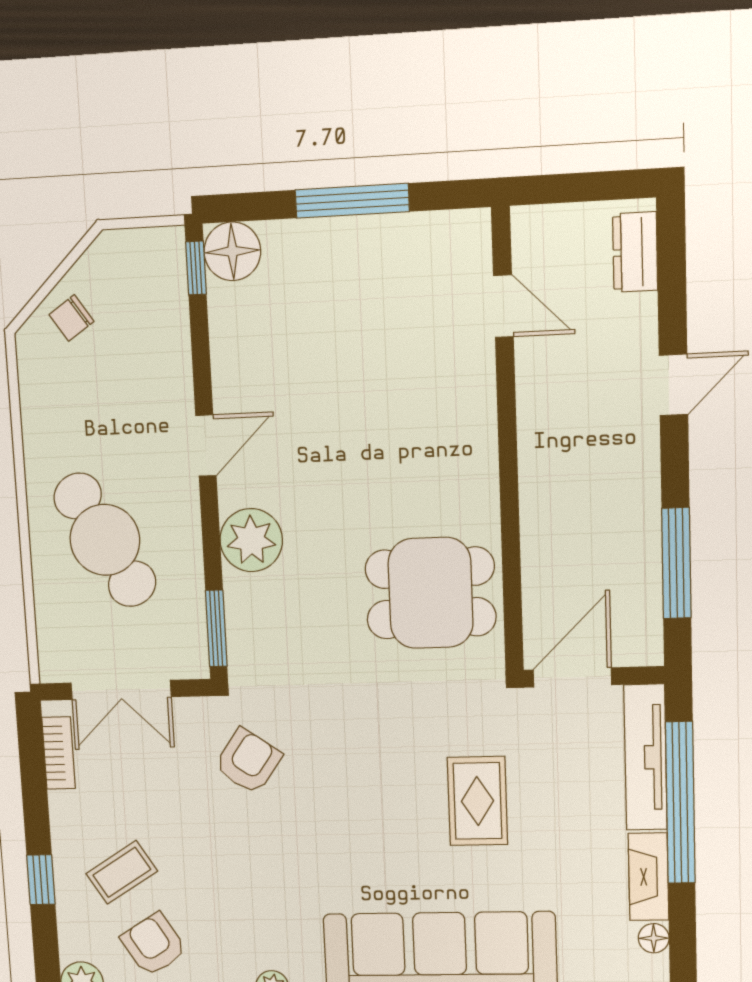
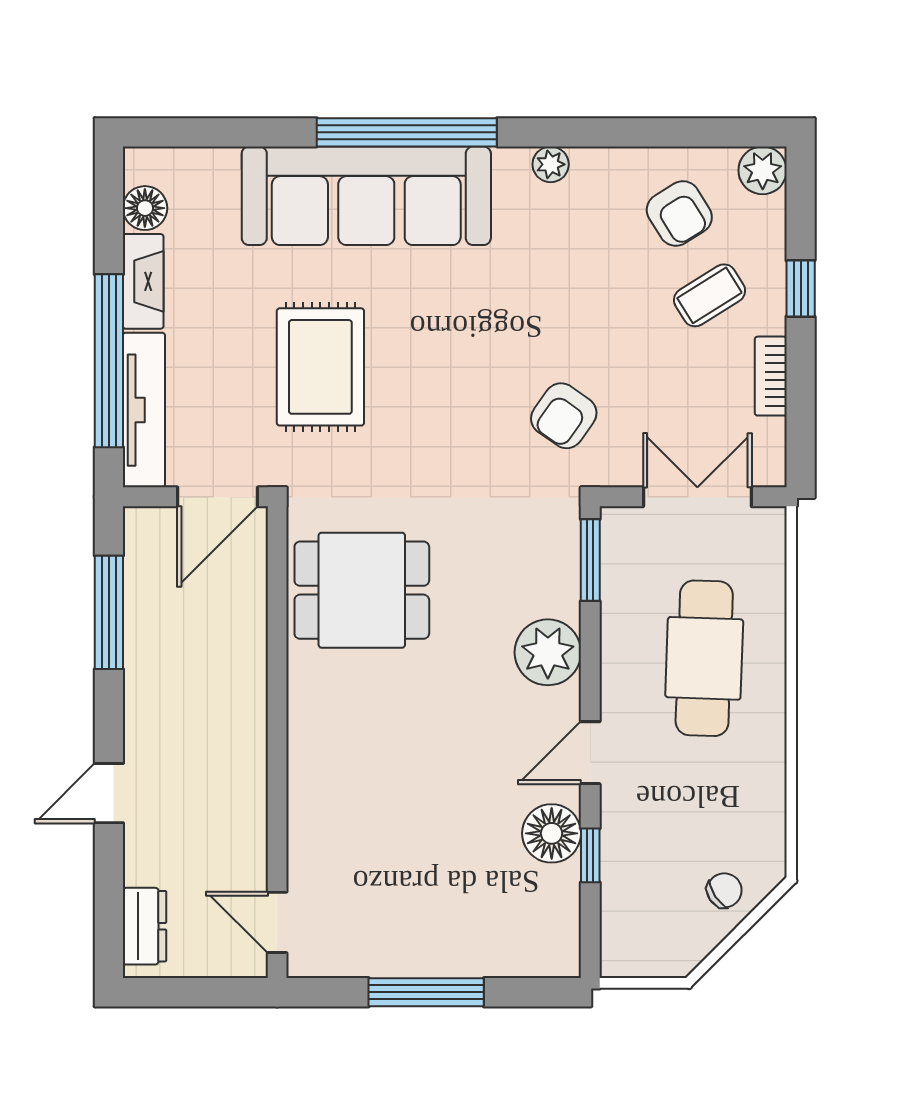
floor lamp: (232, 251) -> (552, 833), moved
window: (196, 268) -> (590, 855), moved
door: (503, 306) -> (277, 922), moved
cafe table: (105, 540) -> (704, 658), turned 31
bookcase: (59, 753) -> (771, 376), moved
rug: (477, 801) -> (320, 367), width x1.36, depth x1.43
floor lamp: (654, 938) -> (145, 208), width x1.37, depth x1.37

